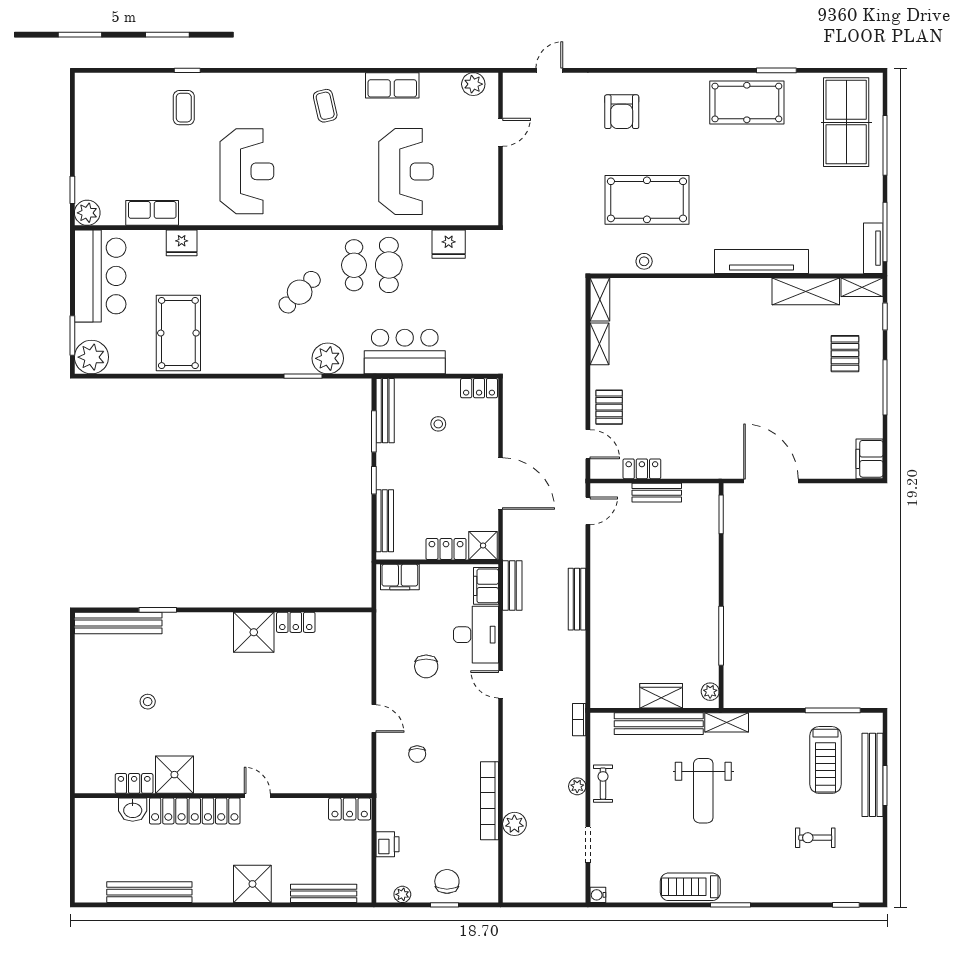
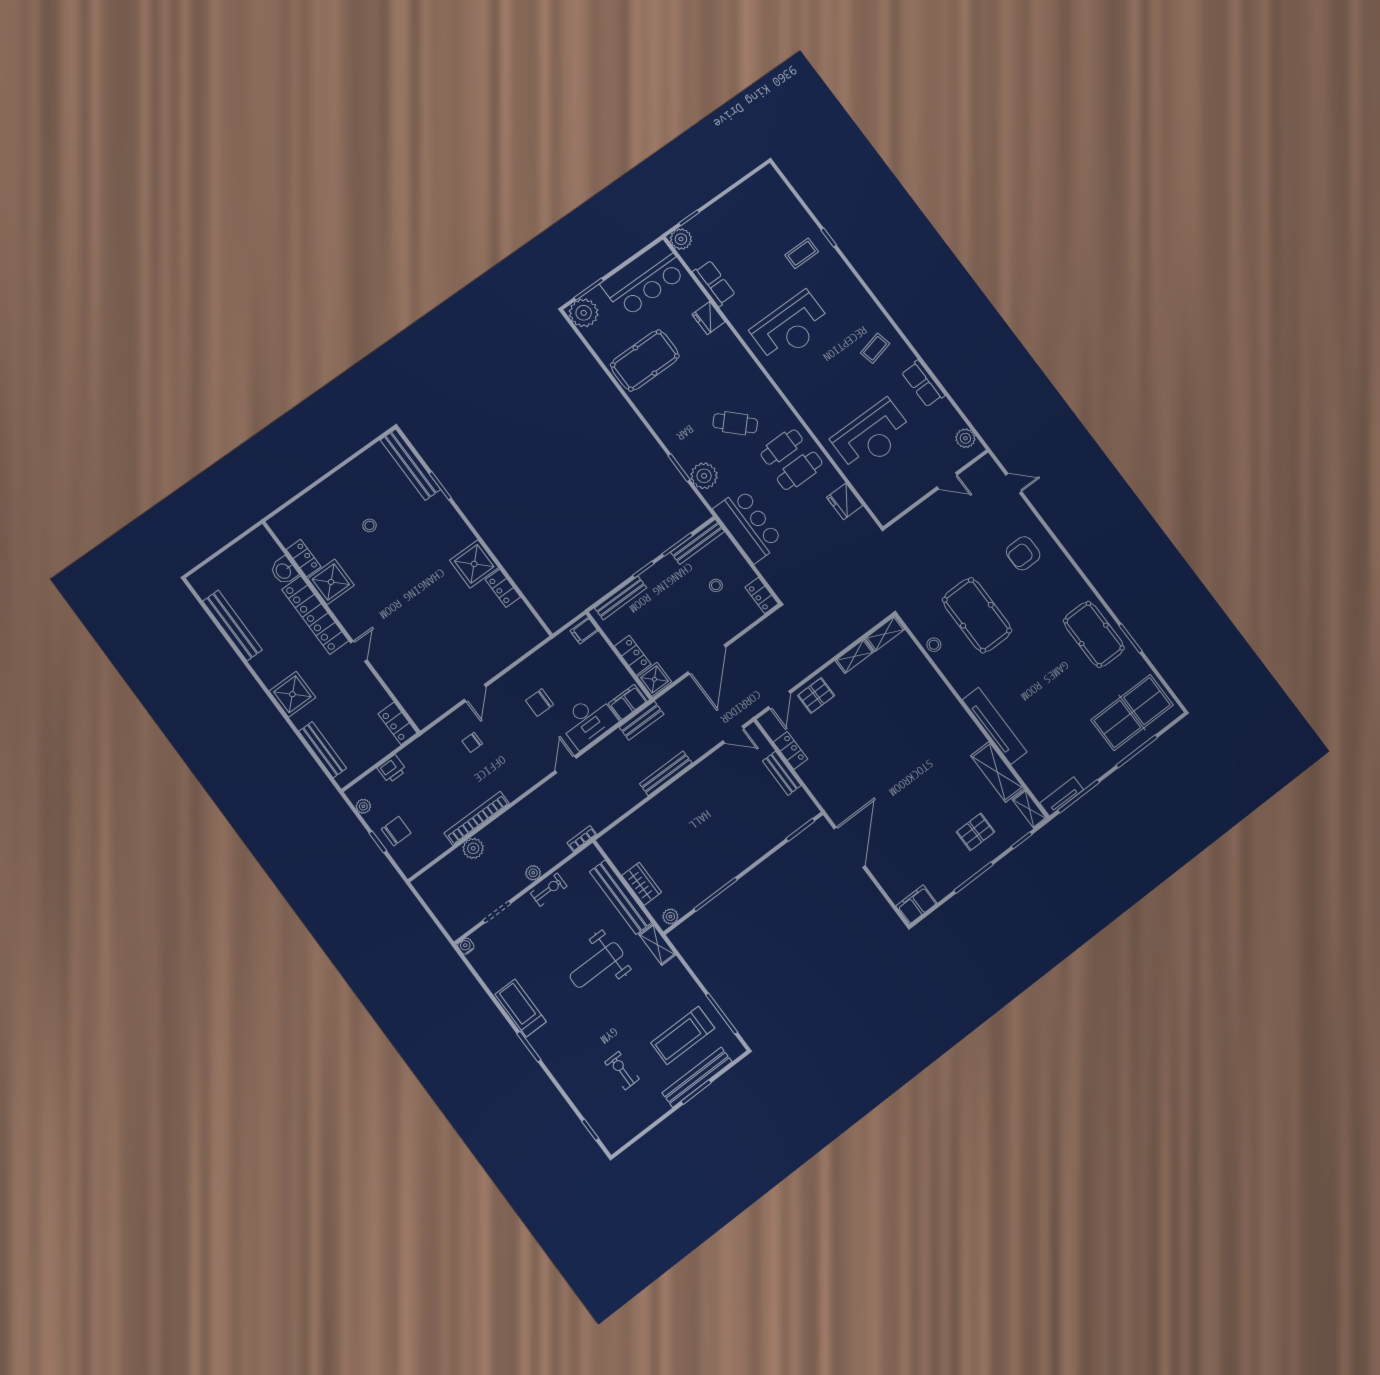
filing cabinet: (400, 577) -> (584, 631), width x0.50

